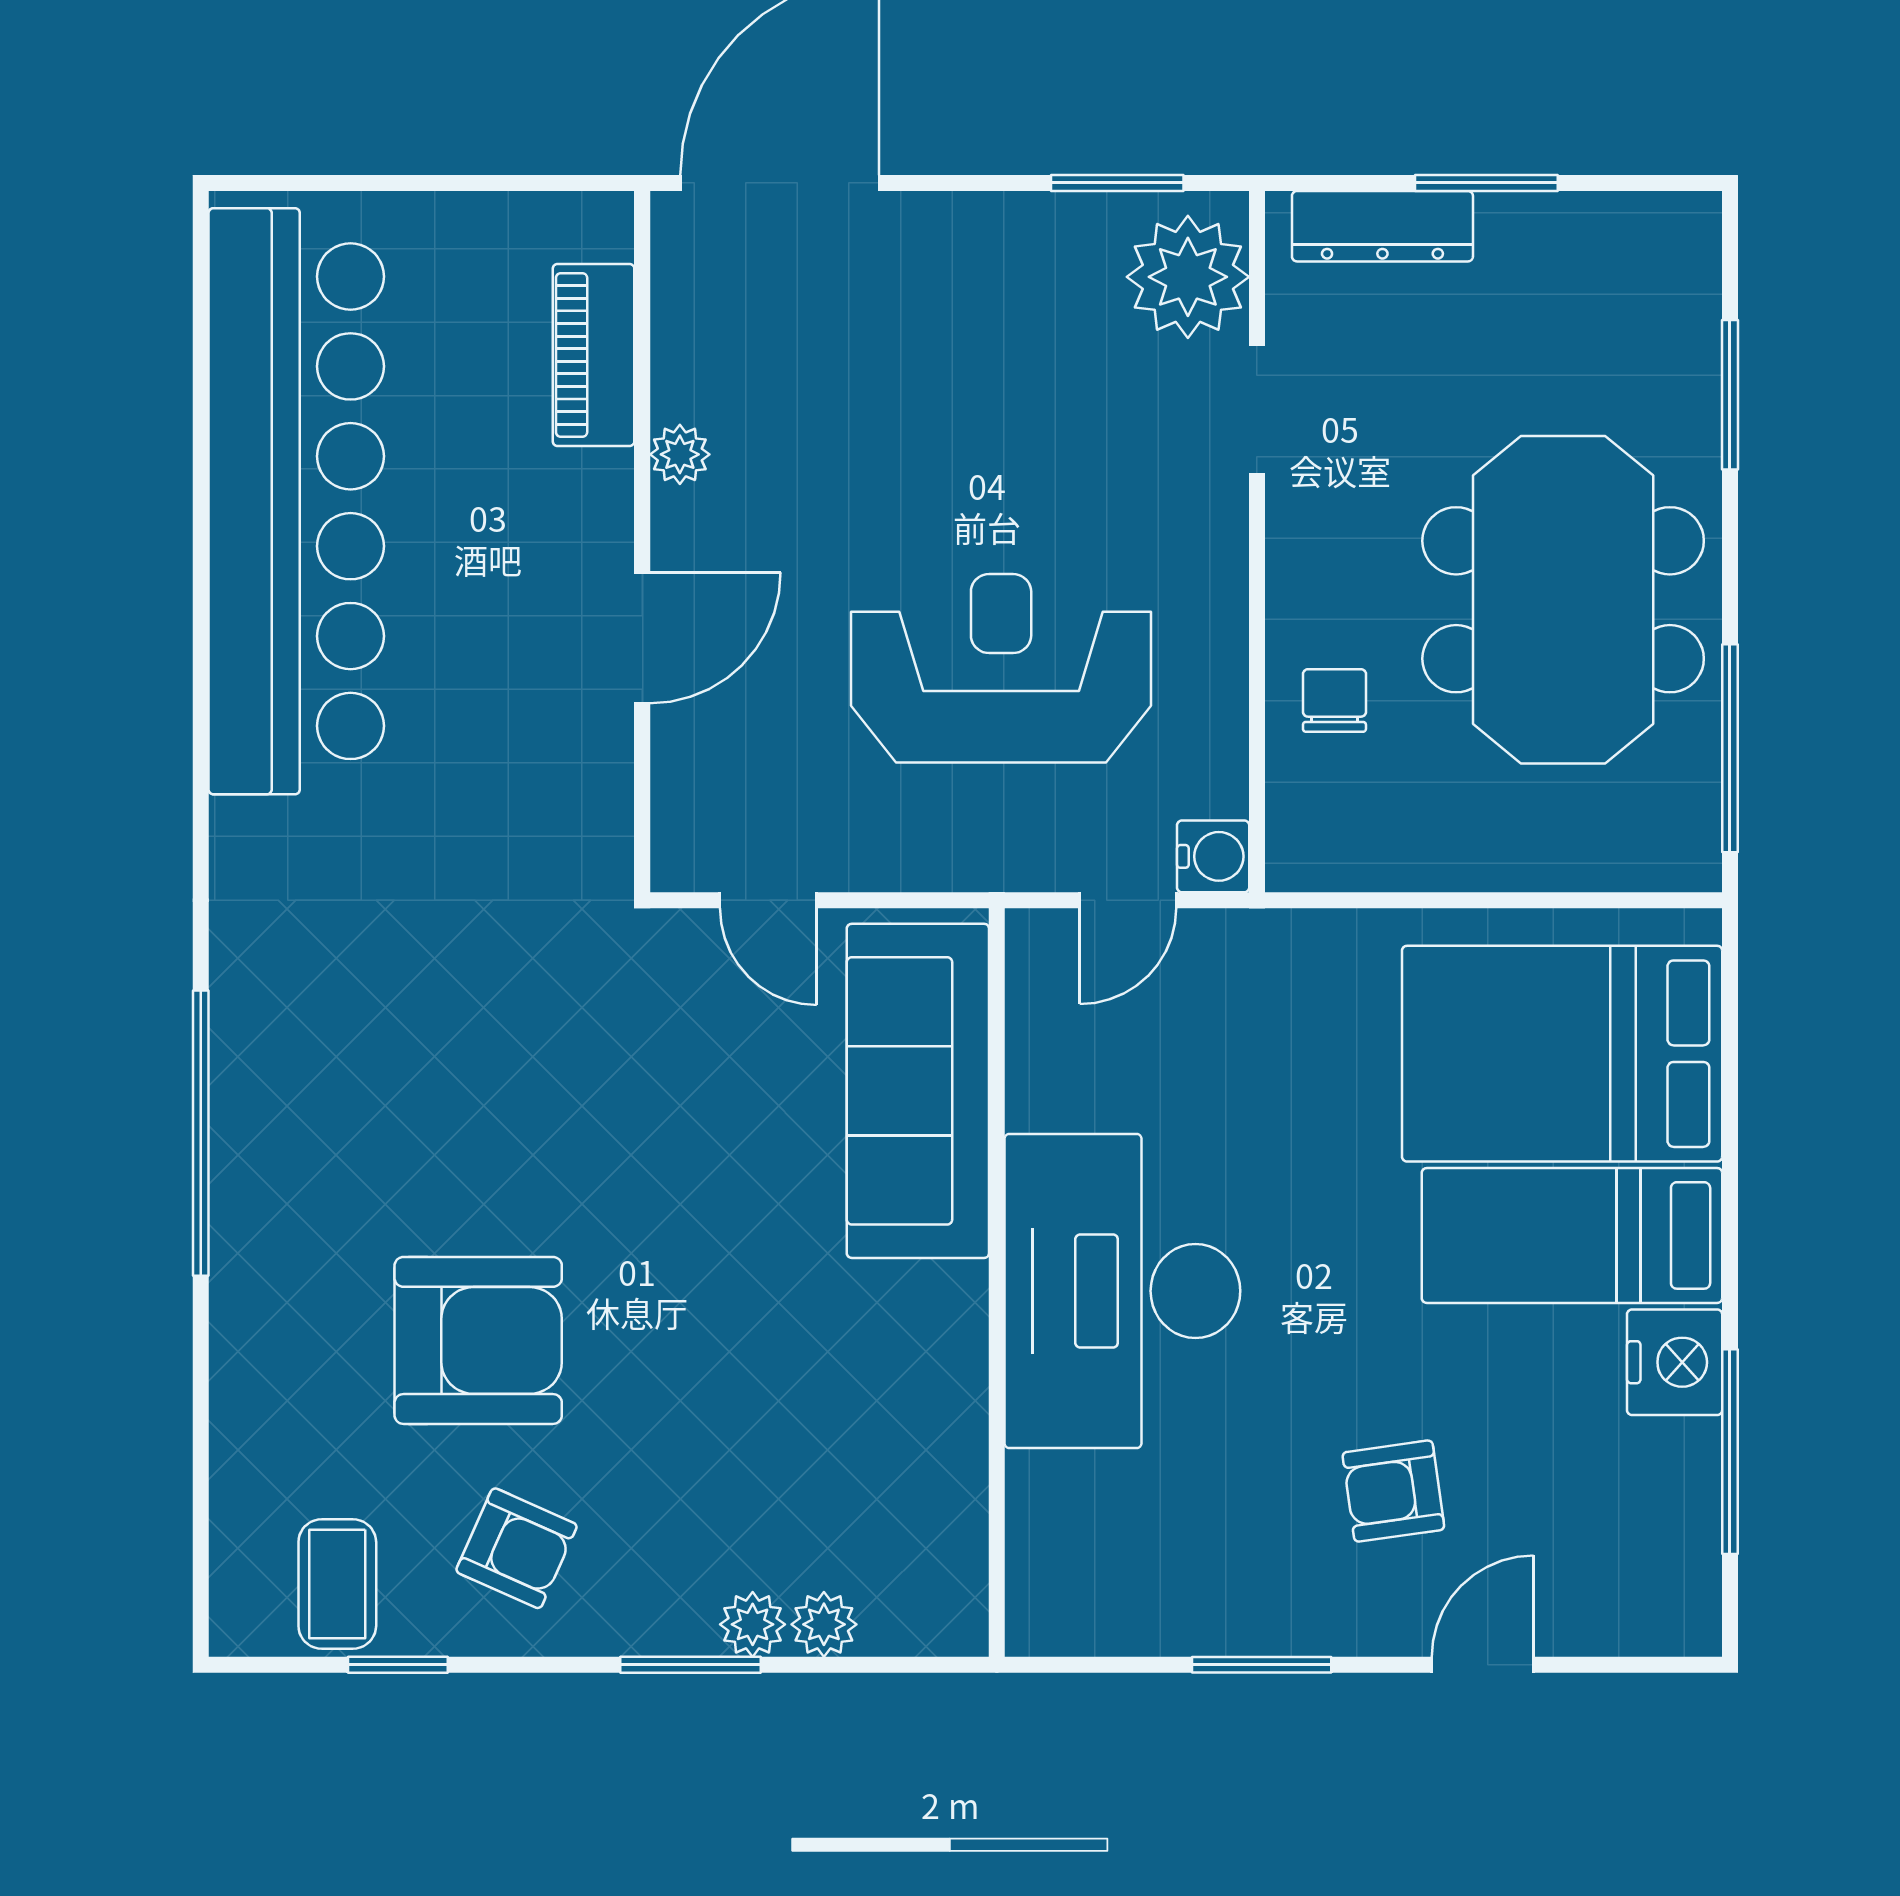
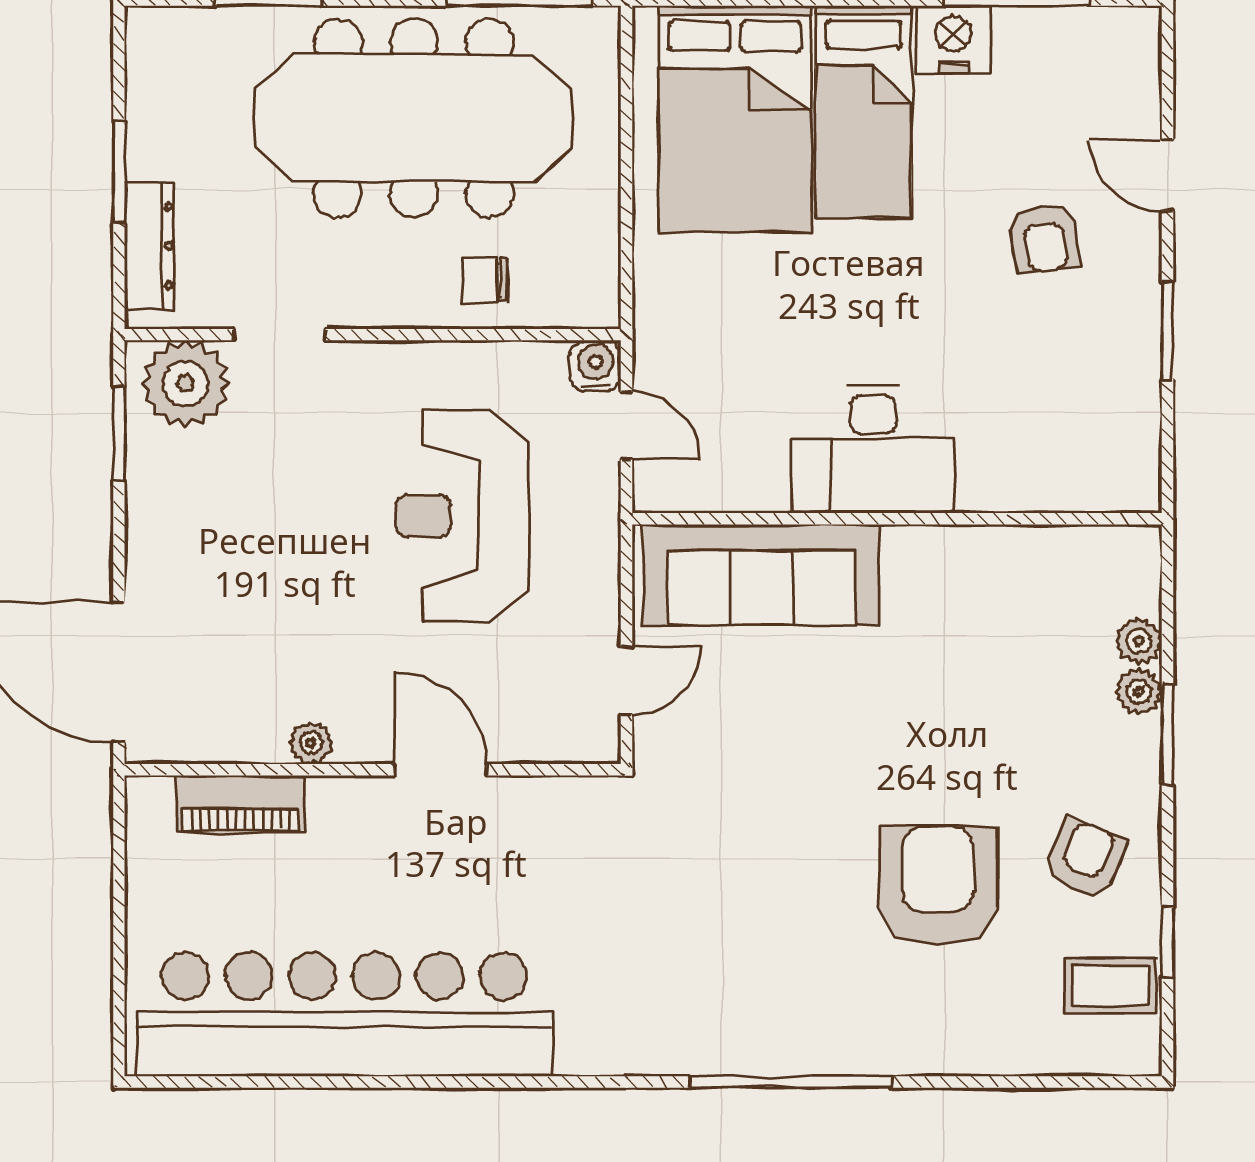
meeting table: (1563, 600) -> (414, 118), width x1.36
desk: (1122, 1291) -> (873, 449), width x0.73, depth x0.77

